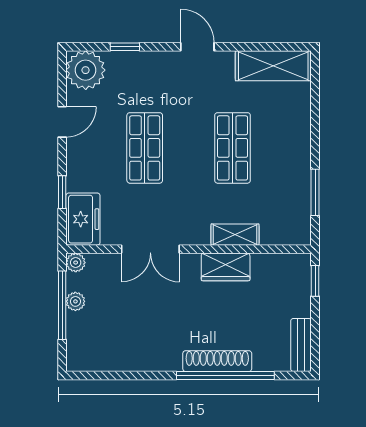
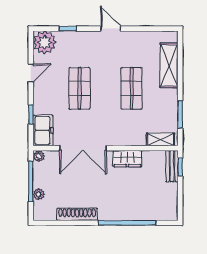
shelving: (273, 66) -> (169, 65), moved, turned 90
shelving: (235, 235) -> (160, 140), moved
double door: (150, 249) -> (83, 148), width x1.37
plant: (75, 301) -> (39, 194), moved
bench: (301, 345) -> (172, 166), moved
shoe rack: (217, 361) -> (77, 214), moved

